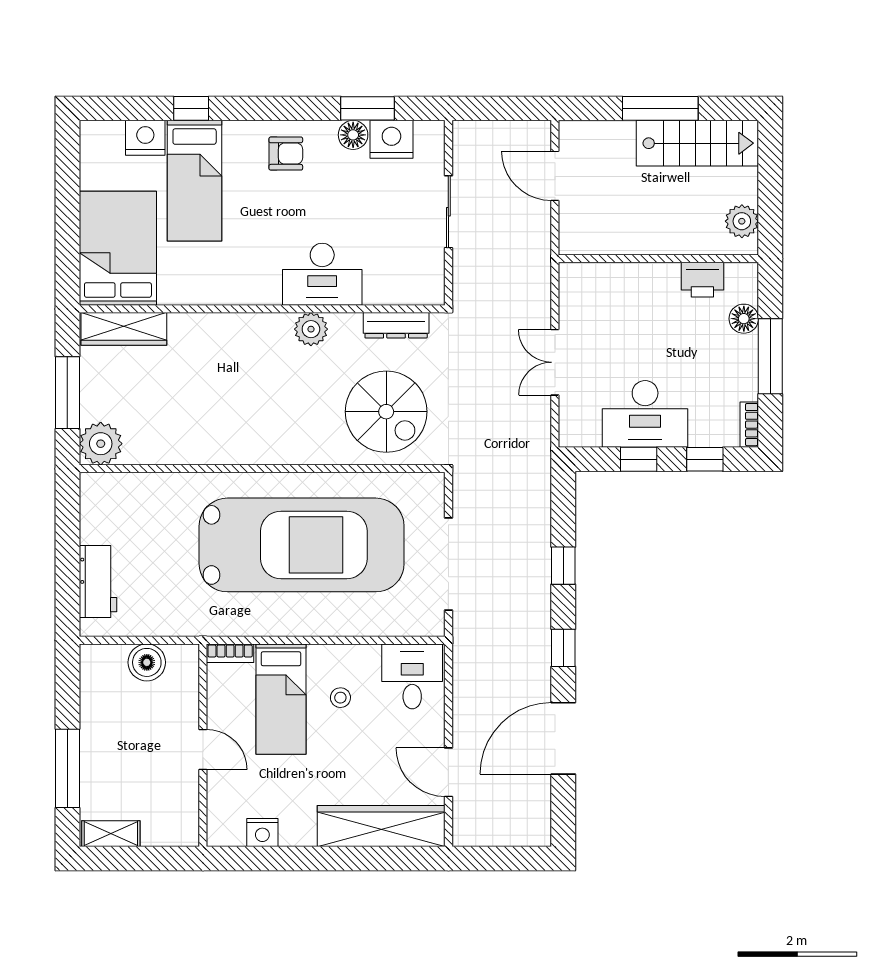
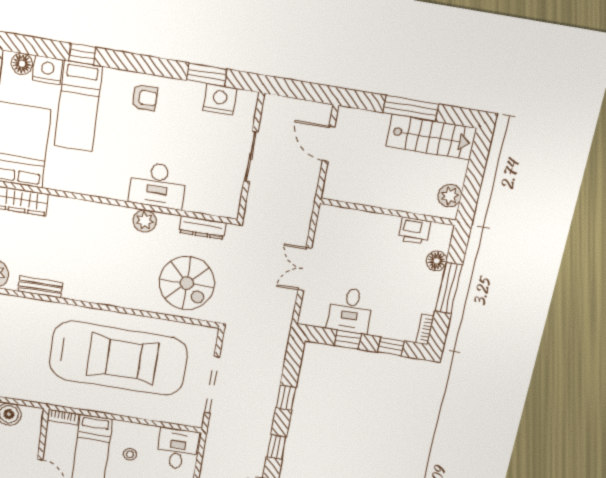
floor lamp: (353, 135) -> (22, 64), moved
desk: (645, 414) -> (350, 311), width x0.73
bench: (171, 453) -> (40, 287), added

